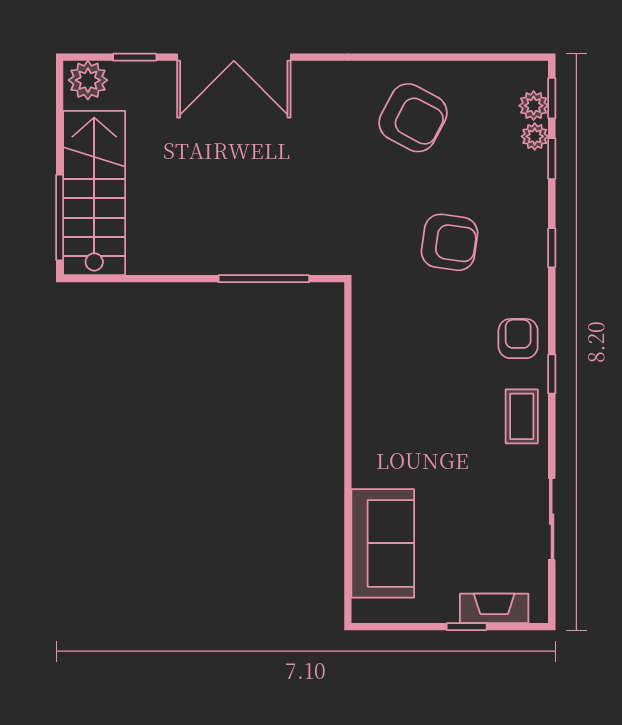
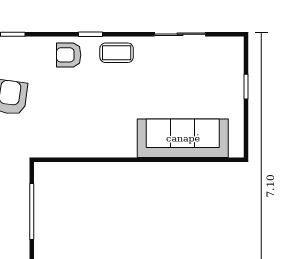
sofa: (383, 543) -> (183, 138), width x1.36
fireplace: (494, 608) -> (235, 70), removed

